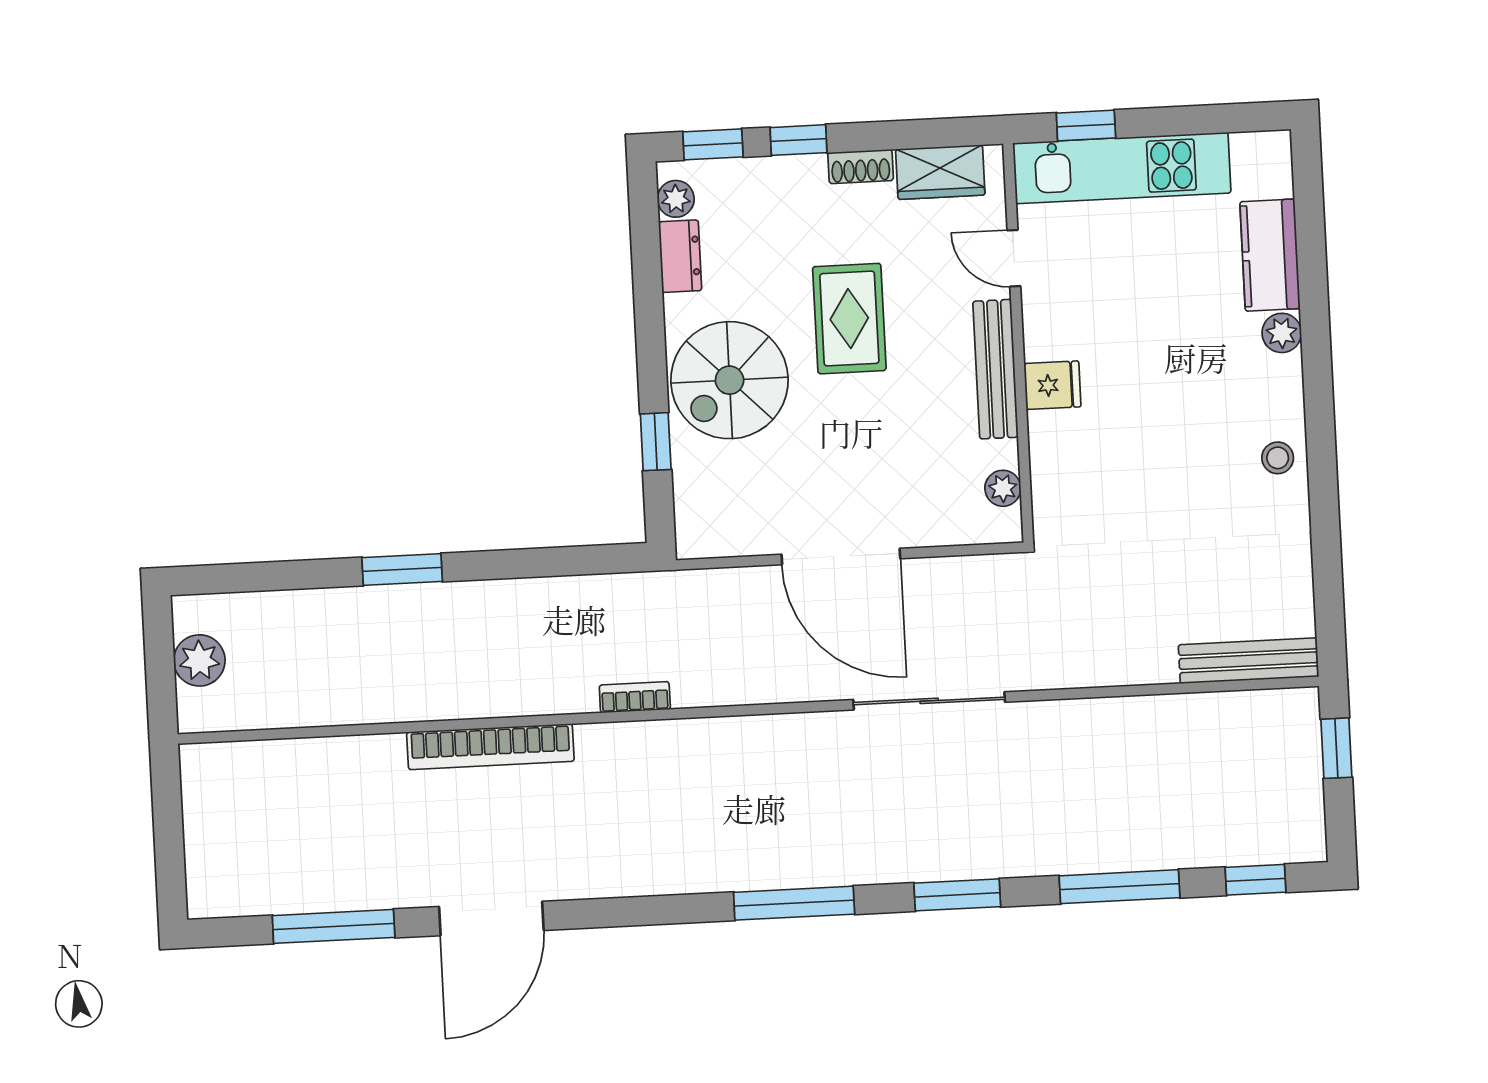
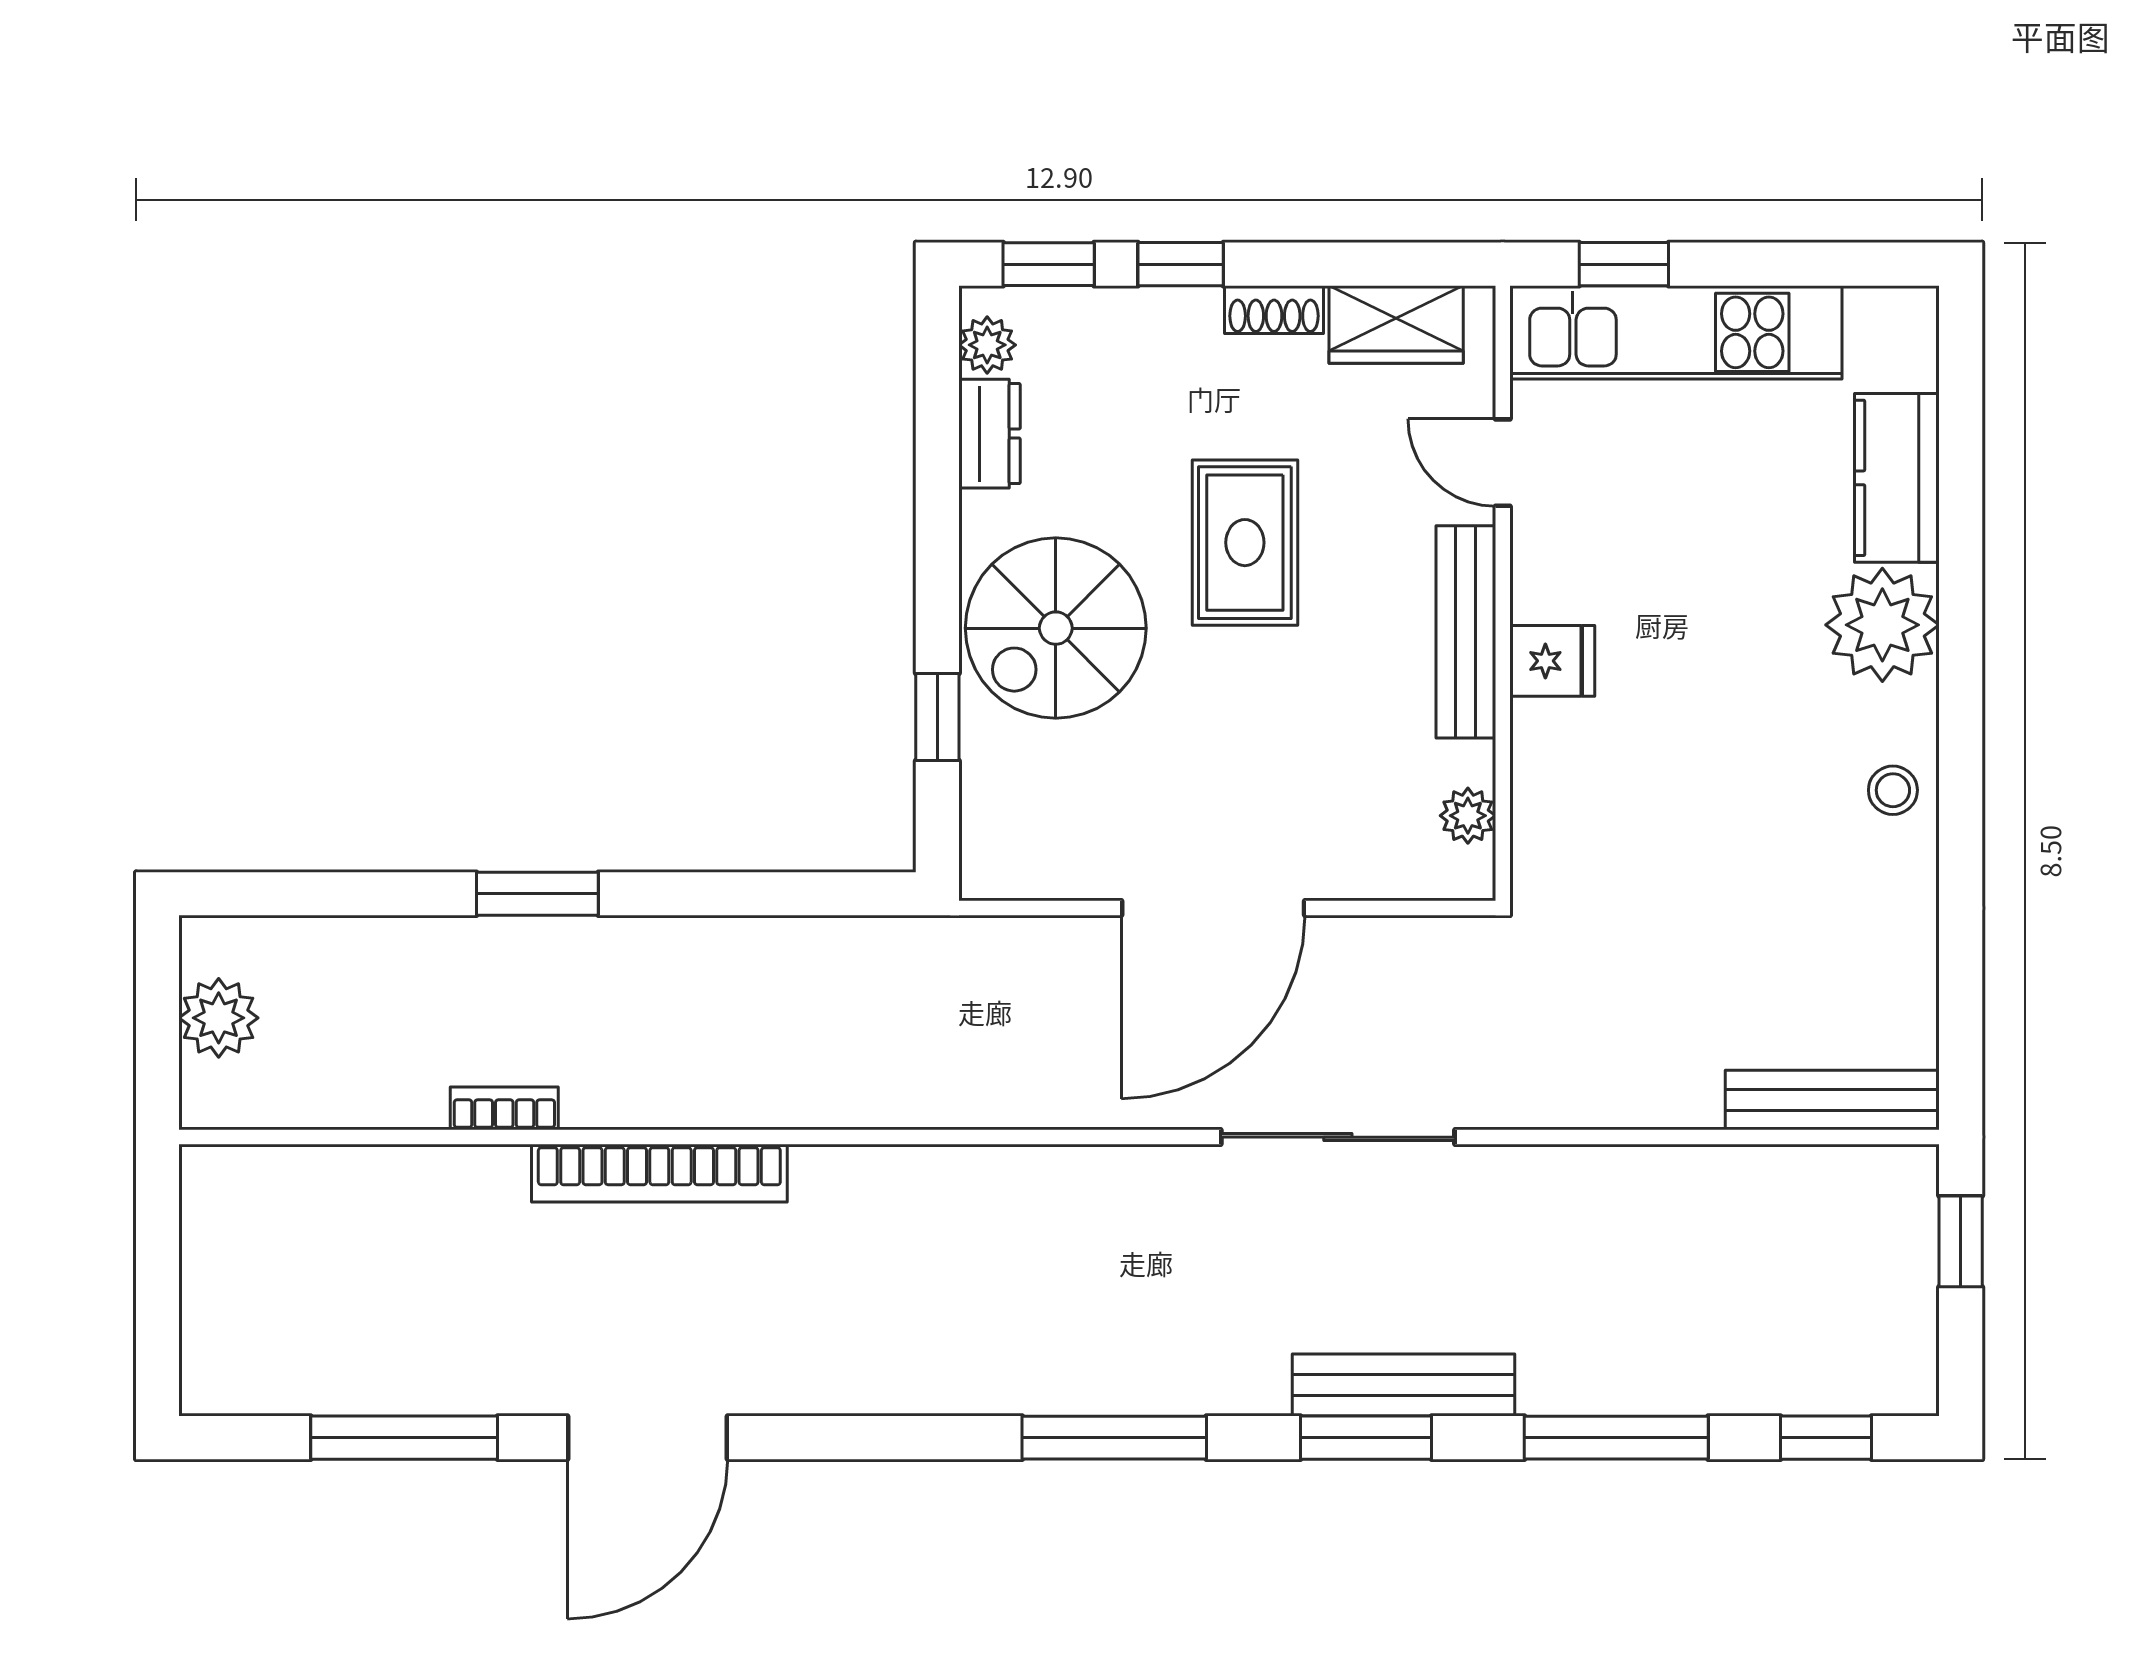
plant: (1282, 333) -> (1882, 625), width x1.88, depth x1.88
door: (841, 557) -> (1213, 908), hinge flipped
bookcase: (635, 697) -> (504, 1108), moved
bench: (980, 860) -> (1403, 1385), added

